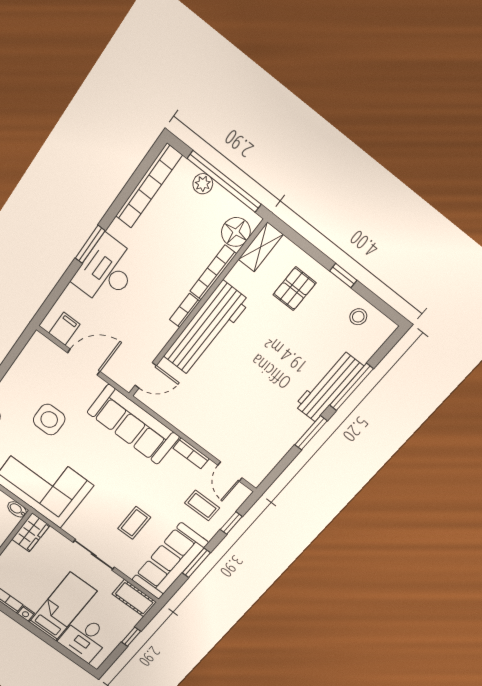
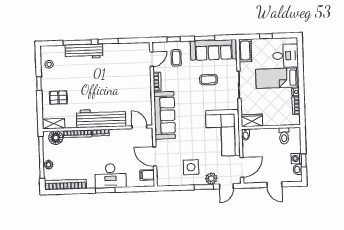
side table: (49, 420) -> (191, 167), moved

